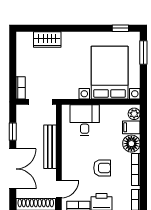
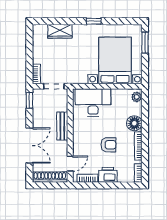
window: (120, 28) -> (94, 21), moved
desk: (85, 120) -> (93, 103), width x1.37
filing cabinet: (131, 127) -> (134, 109), removed
window: (13, 132) -> (29, 100), moved
bench: (50, 147) -> (62, 126), width x0.73

